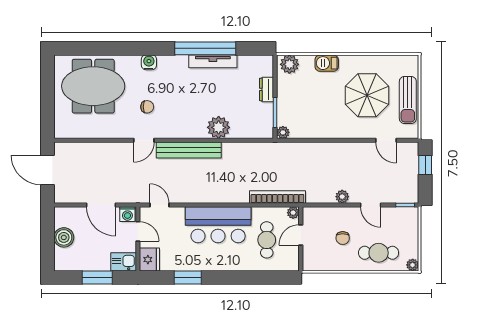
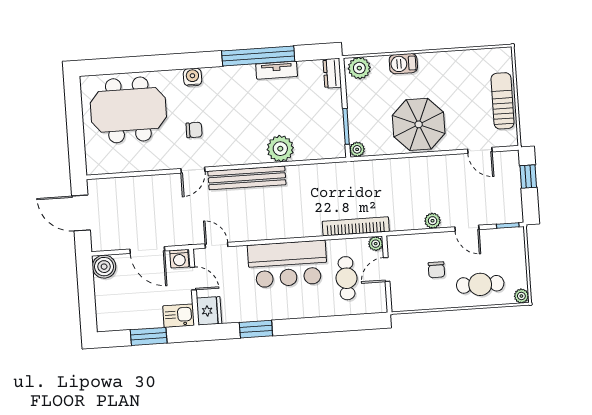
tv unit: (213, 61) -> (277, 70), width x0.71
dresser: (266, 89) -> (332, 73), moved
parasol: (367, 95) -> (419, 124), moved
sun lounger: (408, 100) -> (503, 101), turned 180
boiler: (64, 237) -> (104, 267), moved

